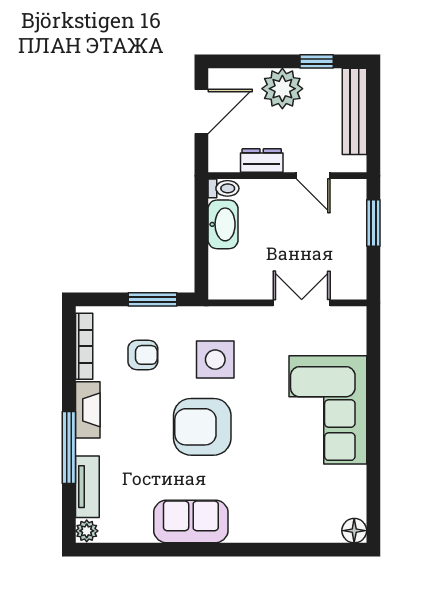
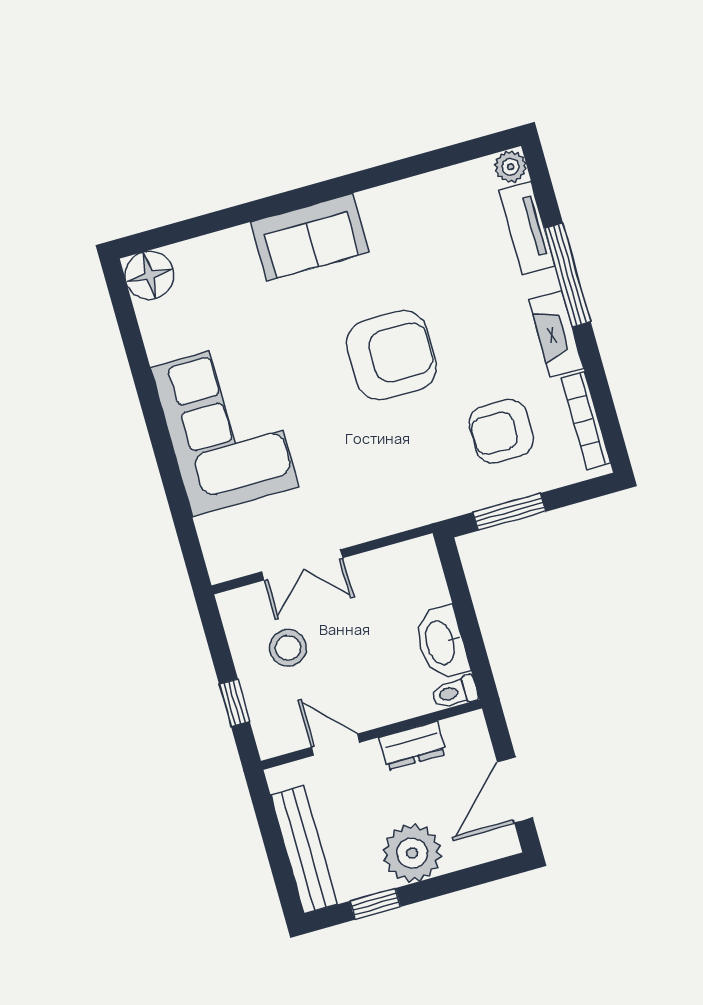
window: (373, 223) -> (234, 703), width x0.67
stool: (327, 250) -> (288, 648), added
armchair: (143, 355) -> (501, 431), width x1.38, depth x1.38
side table: (215, 360) -> (400, 453), removed
sofa: (191, 521) -> (310, 237), moved
floor lamp: (354, 531) -> (149, 275), width x1.38, depth x1.38

